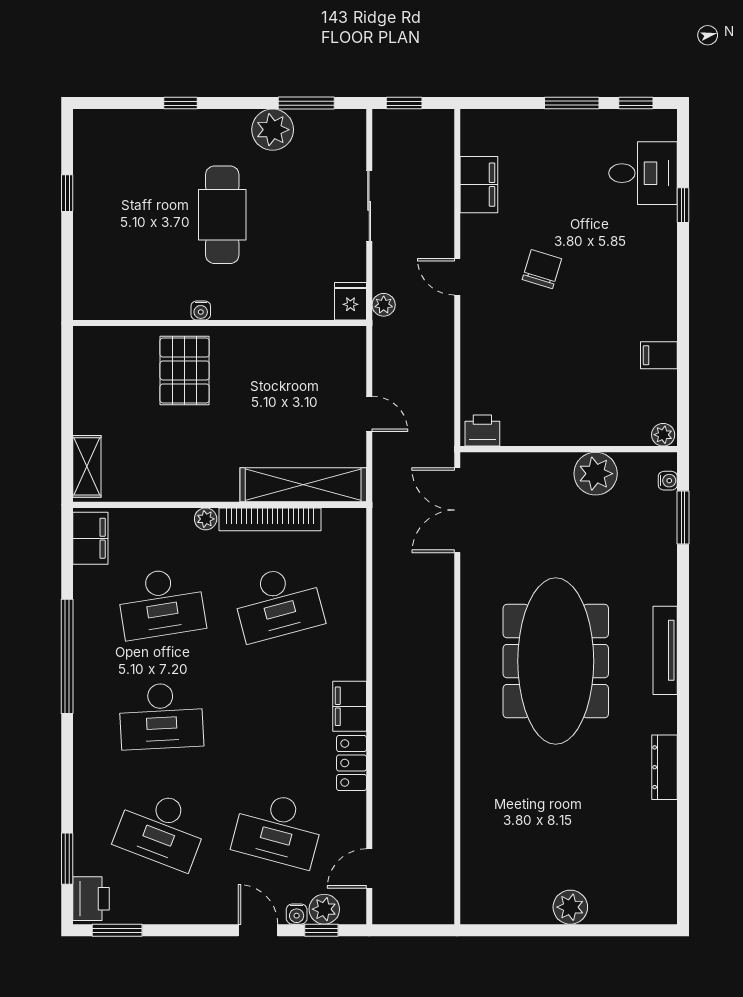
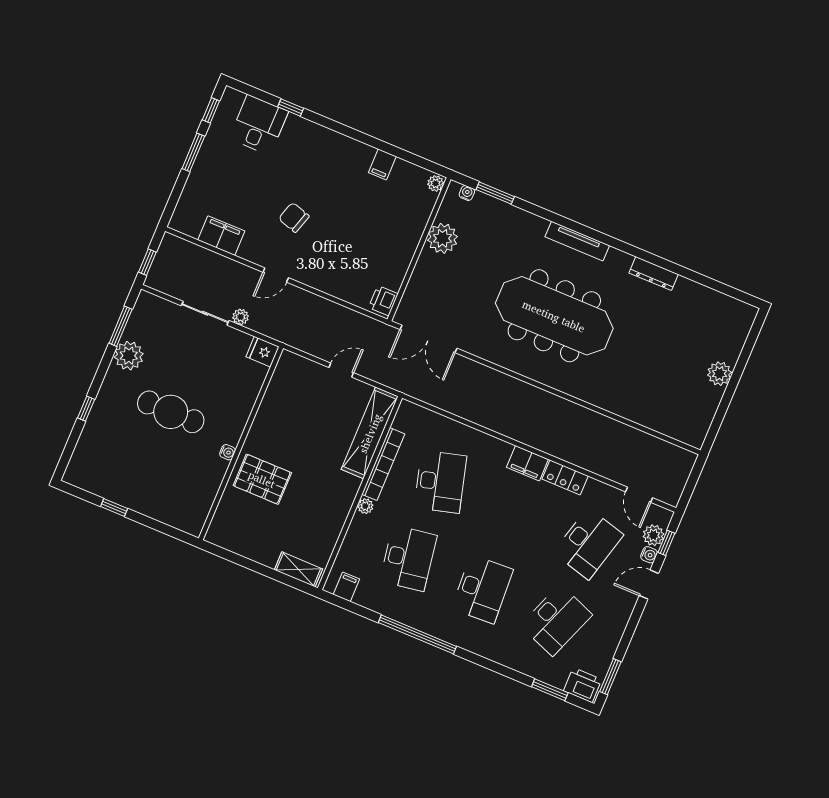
plant: (384, 305) -> (241, 317), moved
filing cabinet: (90, 538) -> (346, 587), width x0.50

